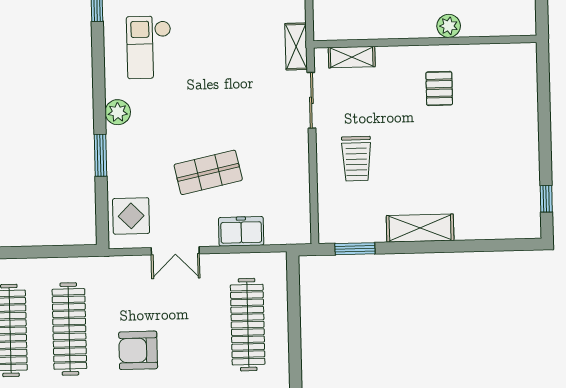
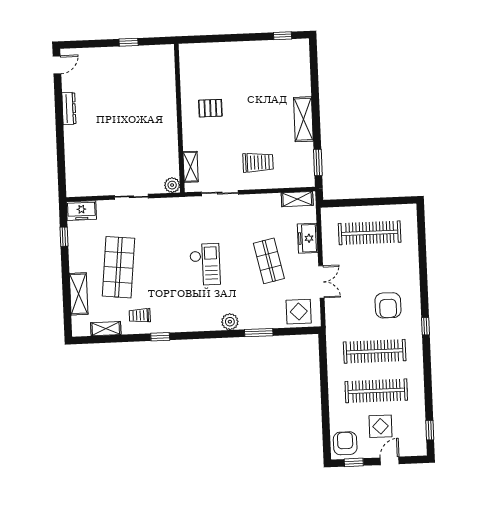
plant: (449, 26) -> (172, 185), moved
shelving: (296, 46) -> (297, 199), moved
checkout: (149, 47) -> (205, 264), moved, turned -90

